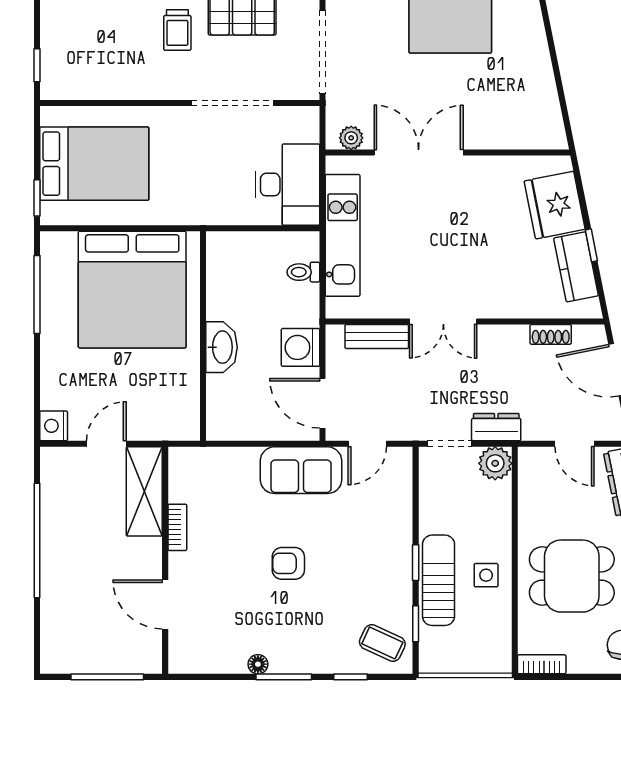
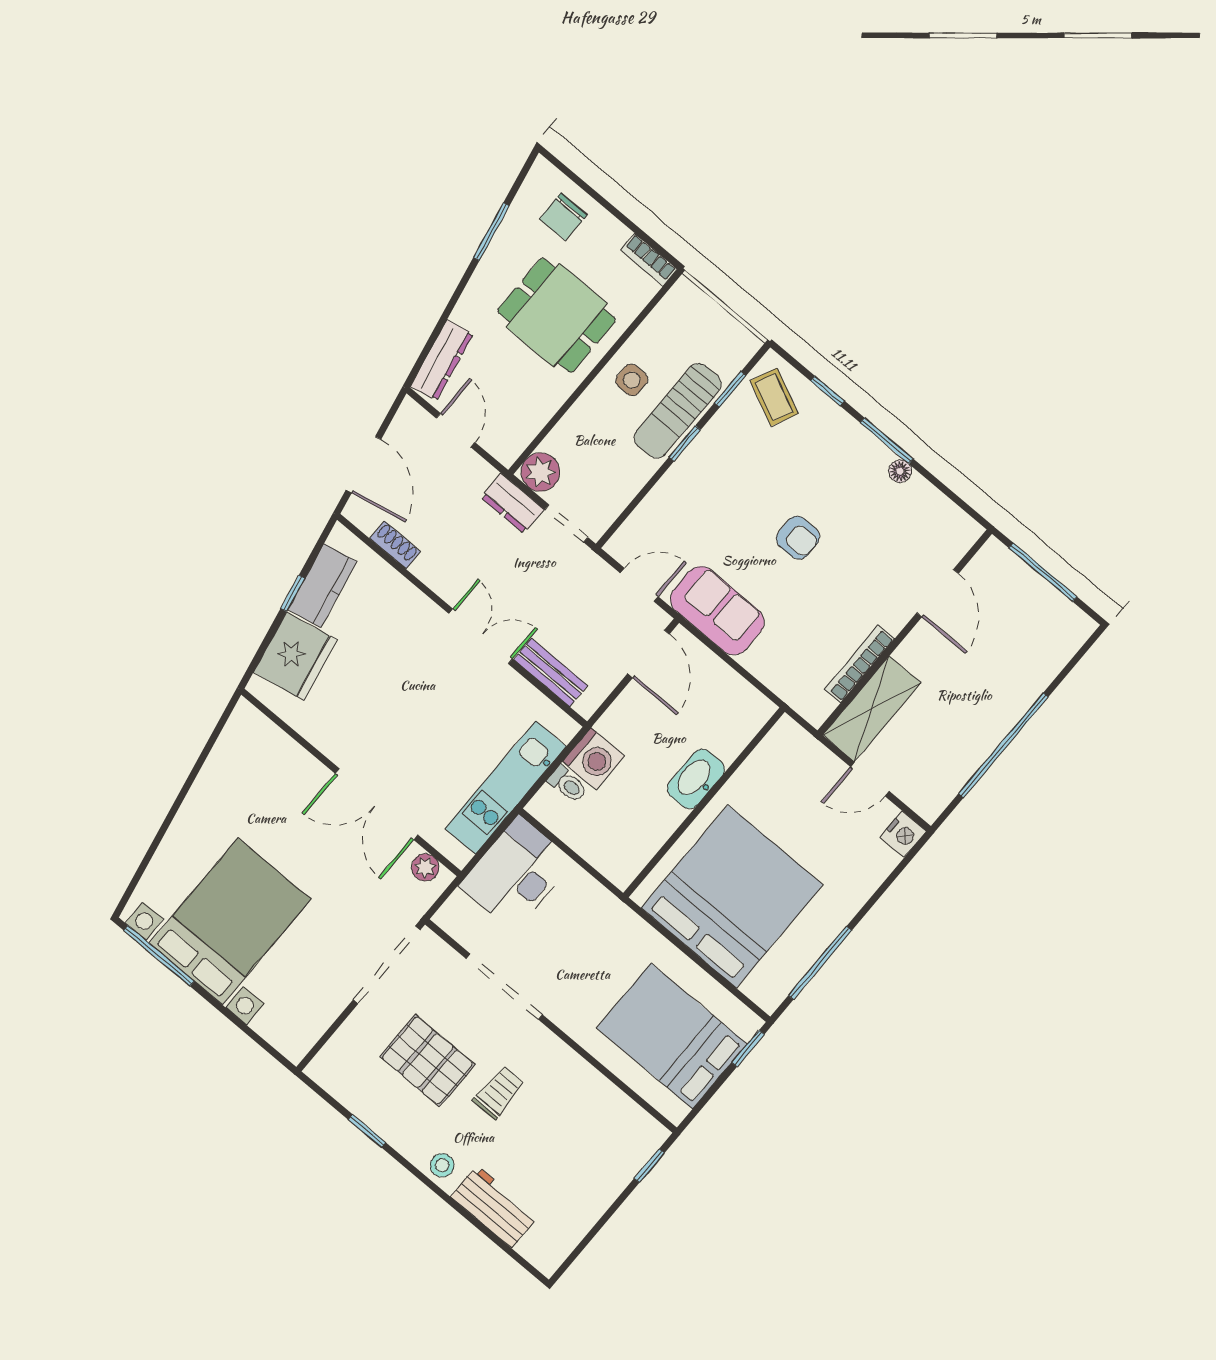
washing machine: (300, 347) -> (593, 759), moved
bookcase: (177, 527) -> (860, 664), width x1.56

